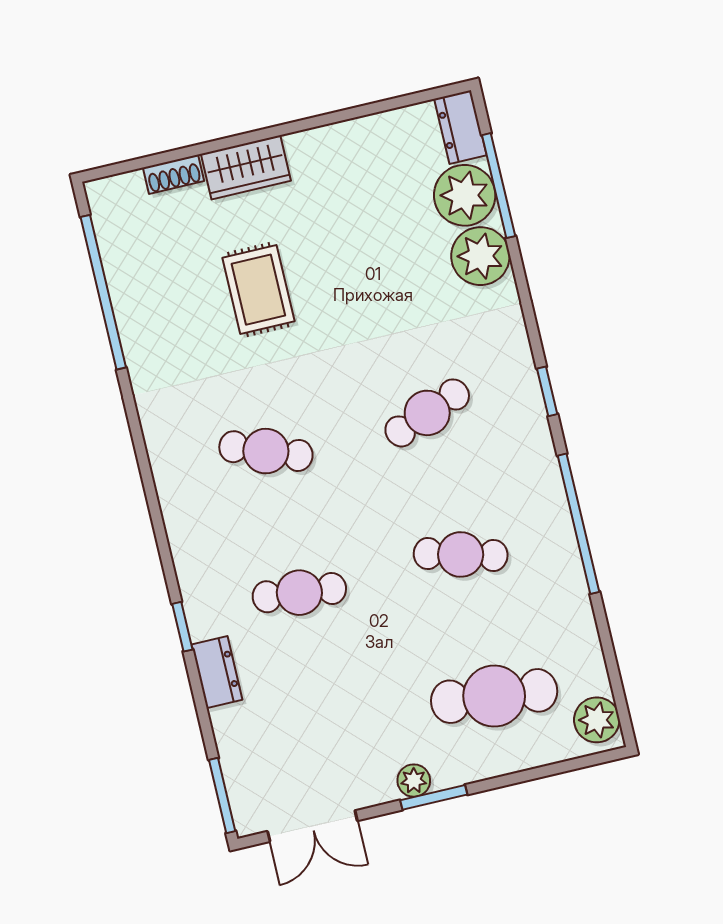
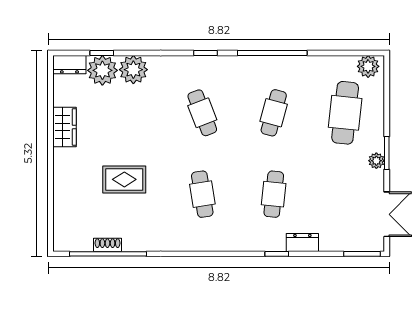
wardrobe: (246, 167) -> (64, 127), moved
shoe rack: (174, 174) -> (107, 245), moved, turned -90
window: (499, 186) -> (102, 53), width x0.46
cafe table: (266, 451) -> (202, 194), turned -30

